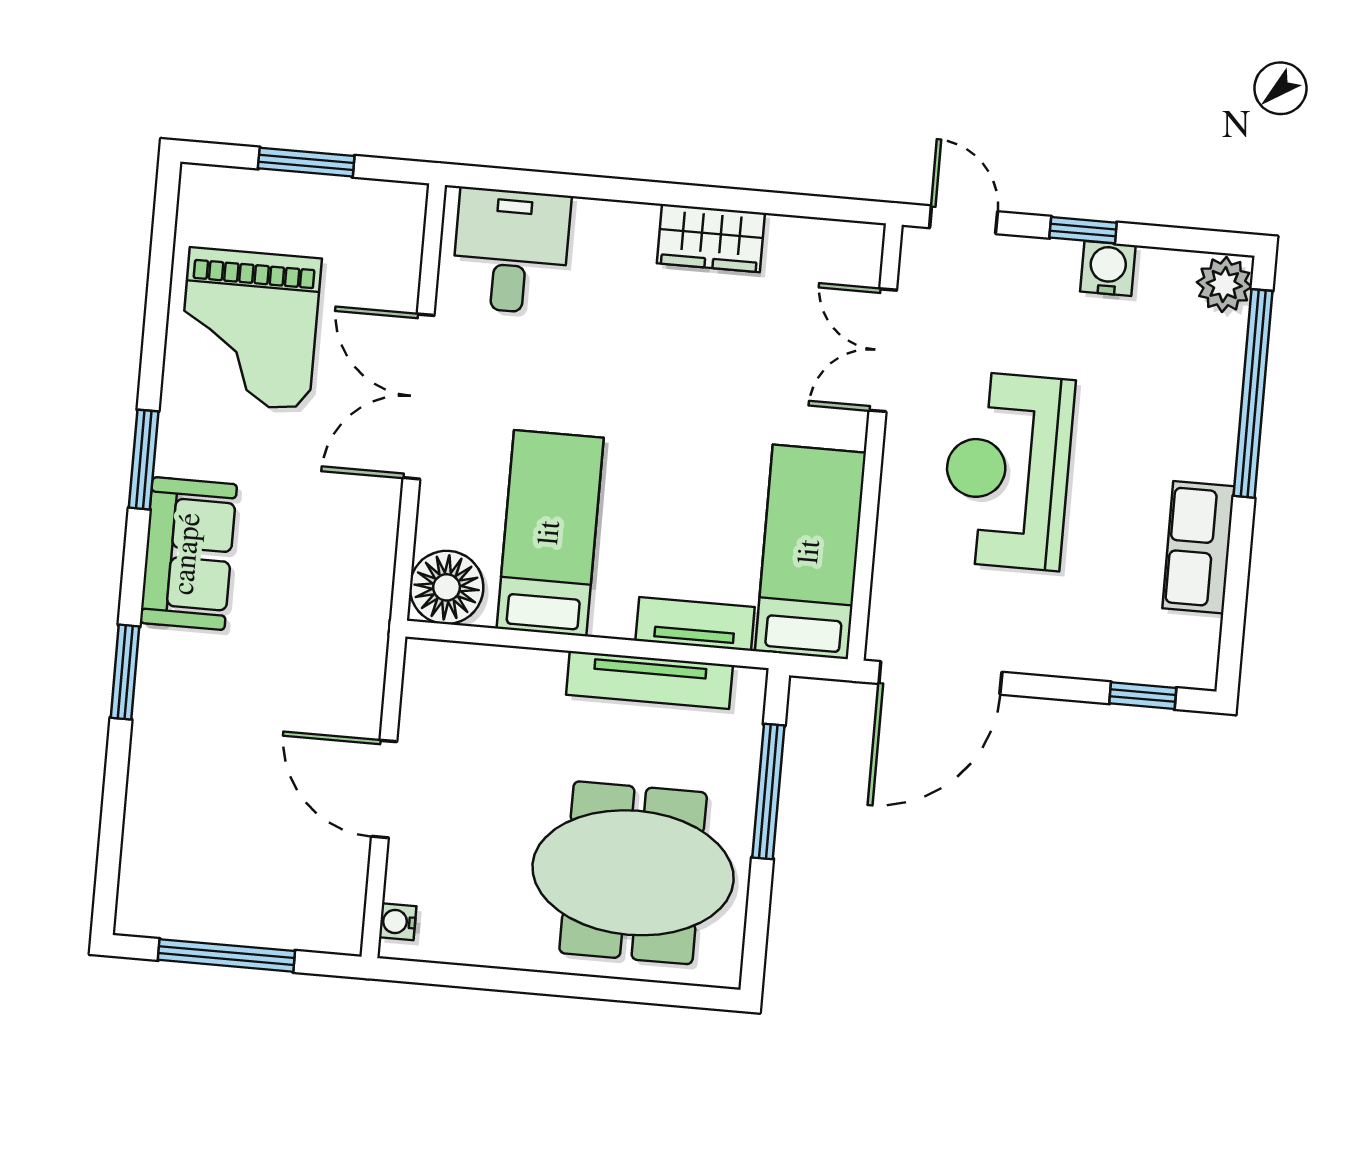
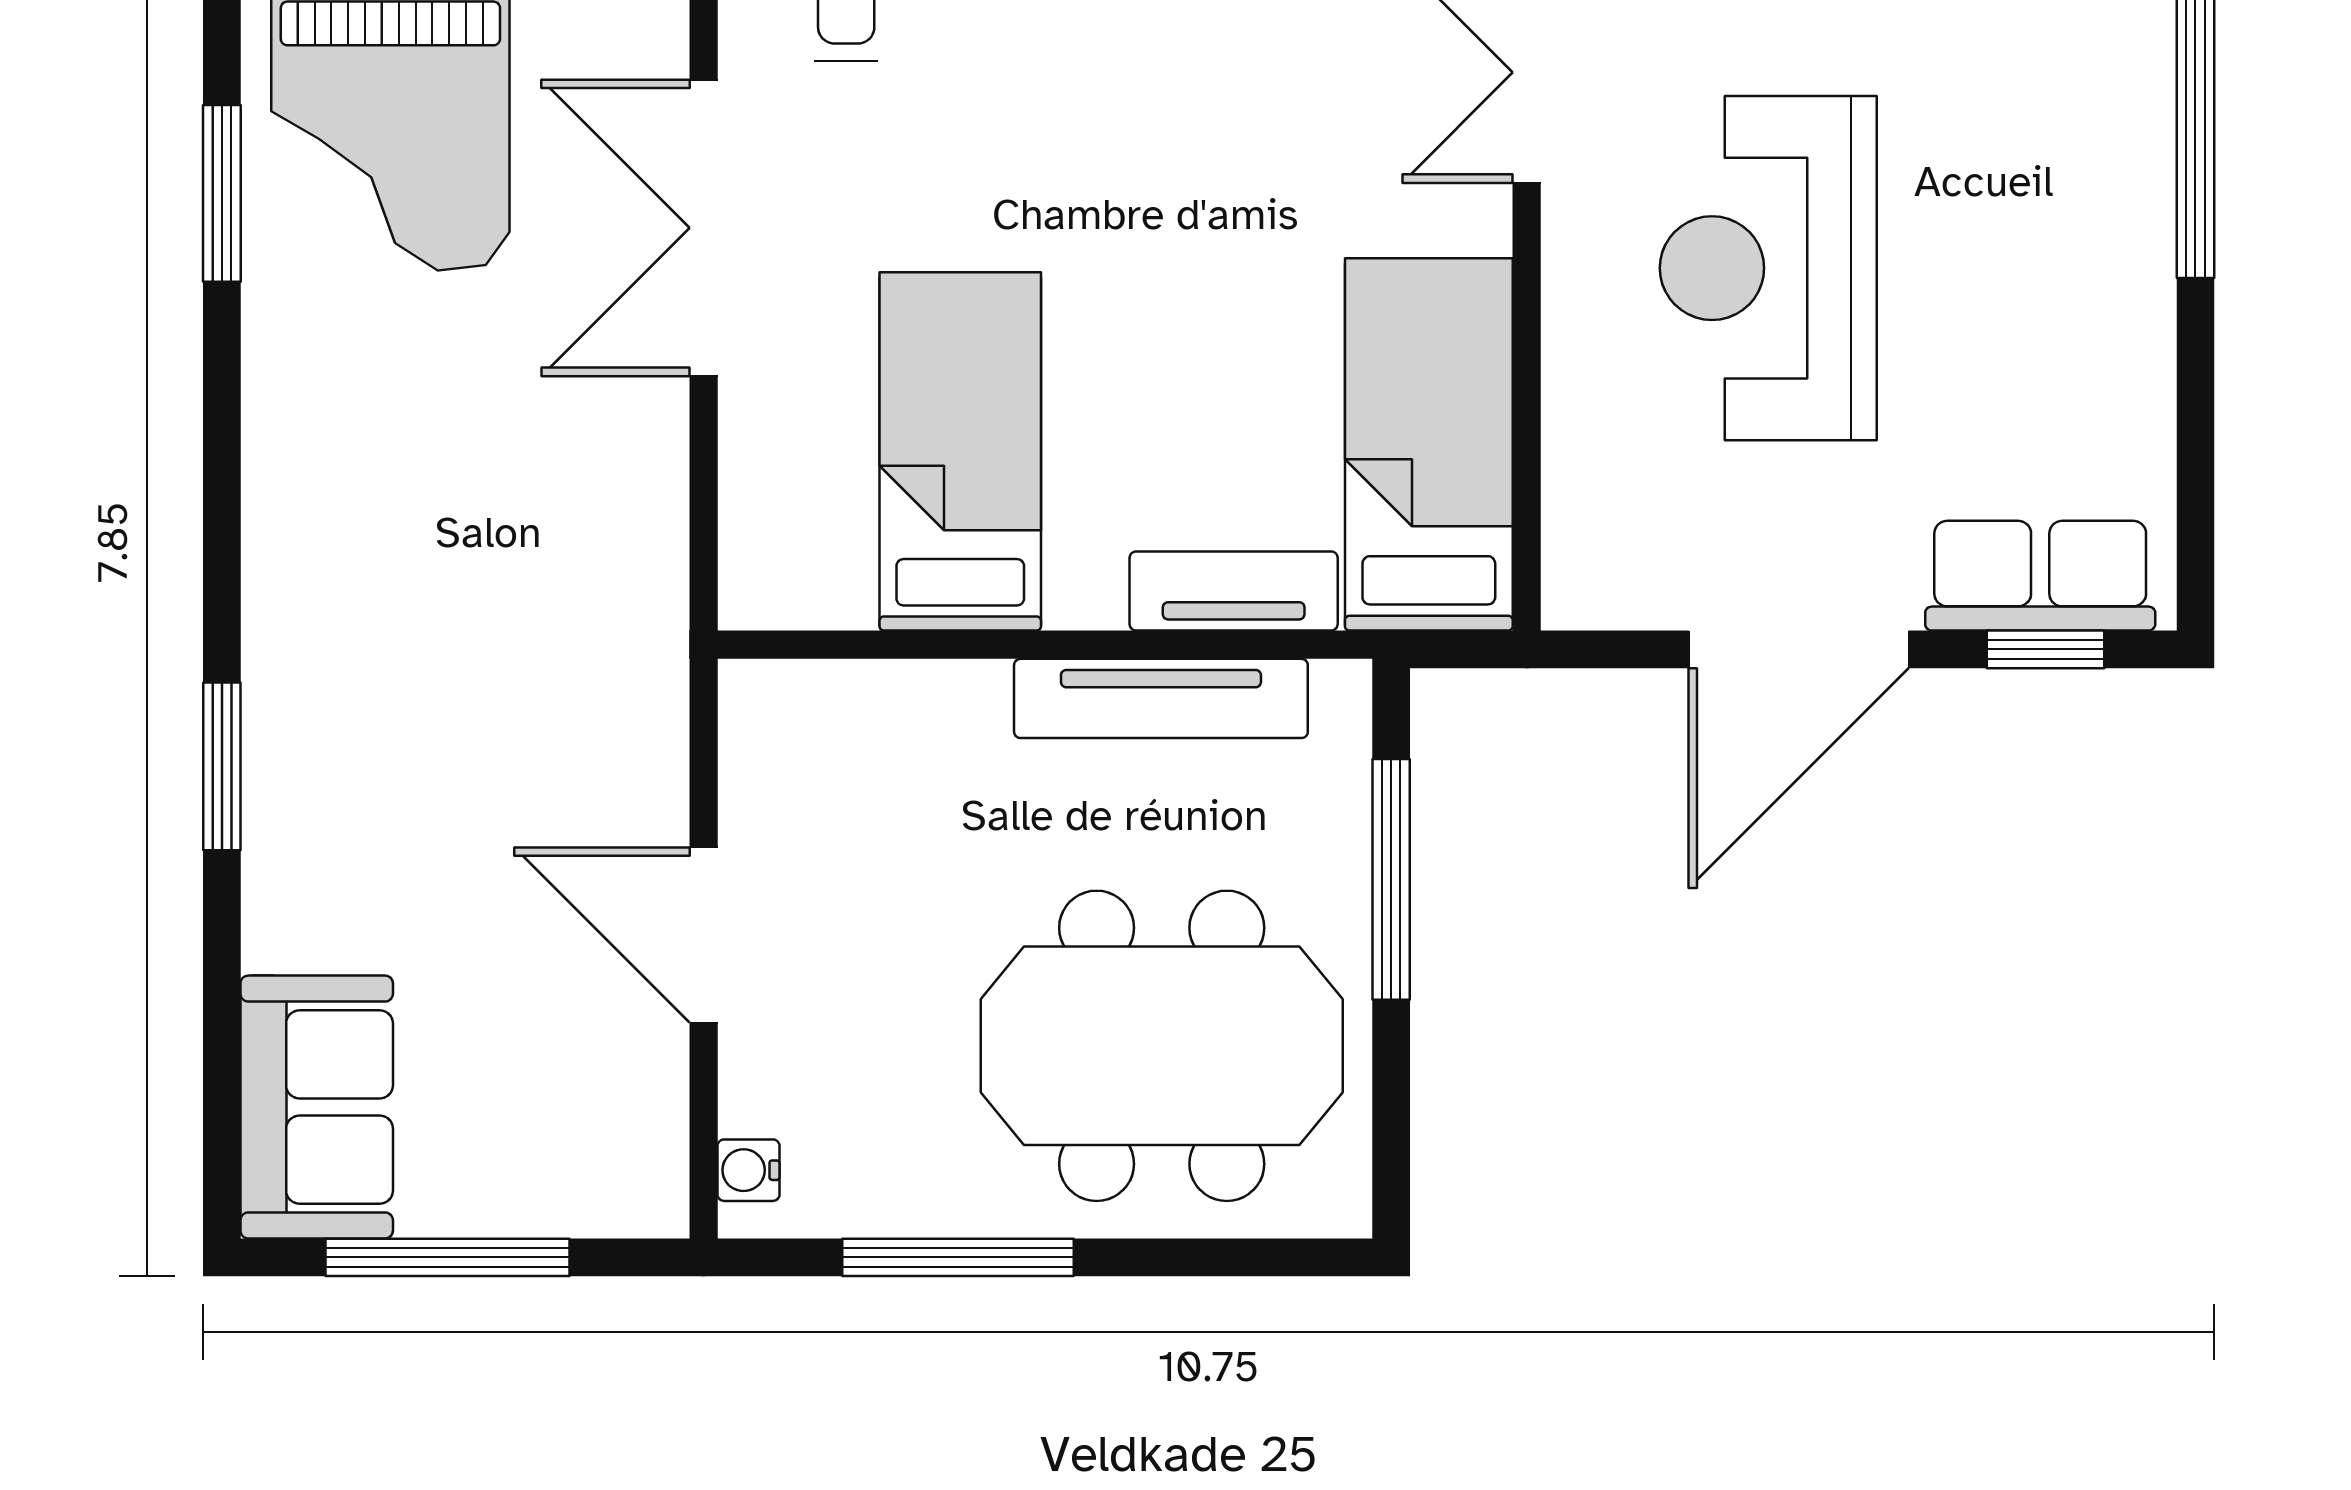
window: (144, 460) -> (222, 193), moved
row of seats: (1198, 547) -> (2040, 576), moved, turned 90
sofa: (188, 554) -> (317, 1107), moved
floor lamp: (447, 587) -> (784, 565), removed
door: (940, 678) -> (1799, 649), moved
window: (510, 980) -> (958, 1257), added

